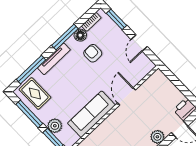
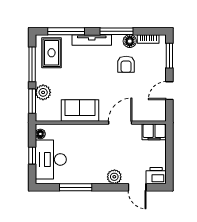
armchair: (93, 53) -> (126, 64), turned 180
filing cabinet: (155, 81) -> (154, 132), added
sofa: (91, 114) -> (80, 111), width x0.73

